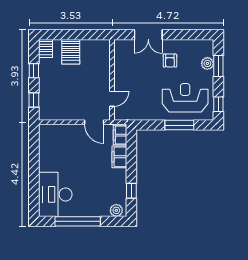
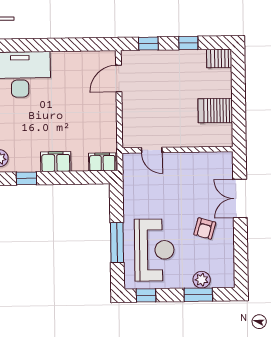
server rack: (71, 52) -> (215, 111), moved
armchair: (170, 61) -> (205, 228), turned -74
door: (94, 122) -> (119, 79), moved
filing cabinet: (119, 157) -> (56, 162), moved

